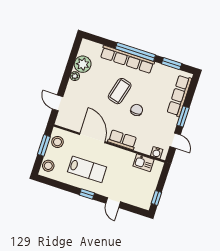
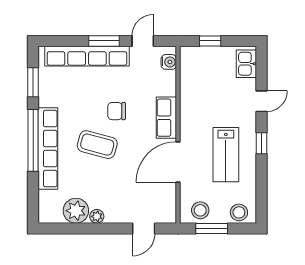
row of seats: (179, 96) -> (87, 56), width x1.36
kitchen sink: (143, 163) -> (246, 64), moved, turned 180
lab bench: (87, 169) -> (226, 155), turned 180
window: (156, 198) -> (210, 41), moved

